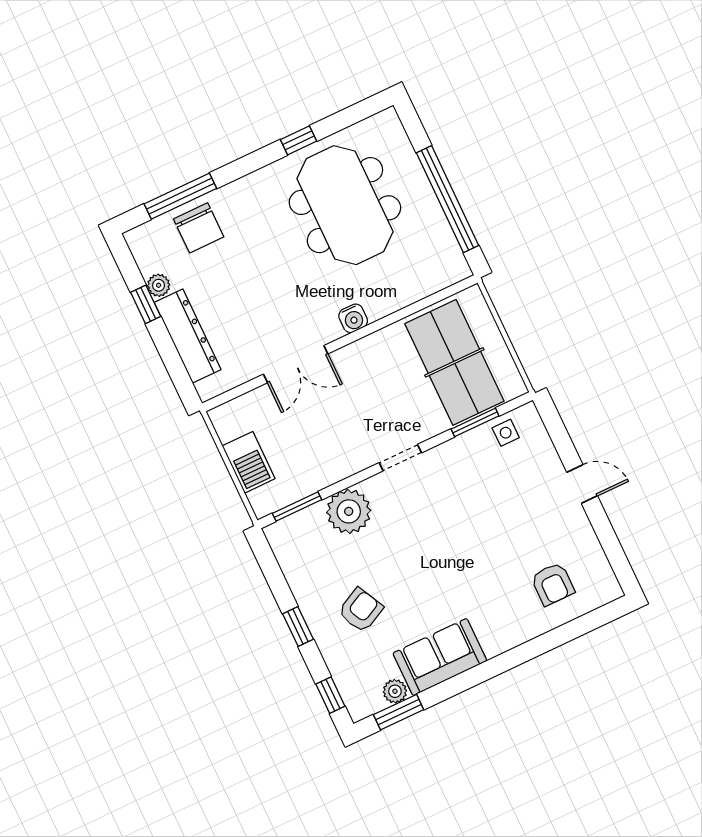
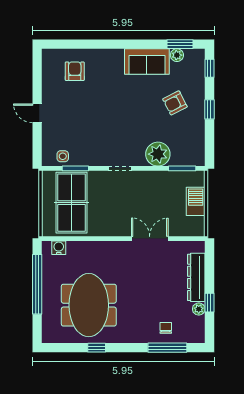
chair: (199, 228) -> (166, 328), width x0.54, depth x0.54
water cooler: (353, 318) -> (59, 248), moved

